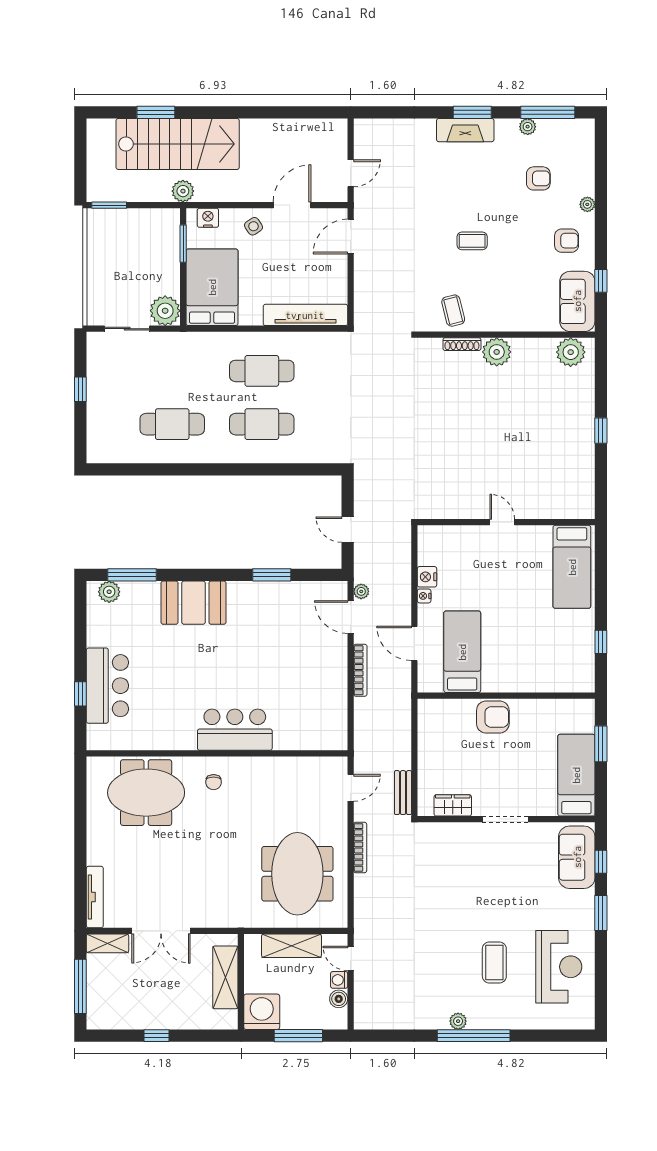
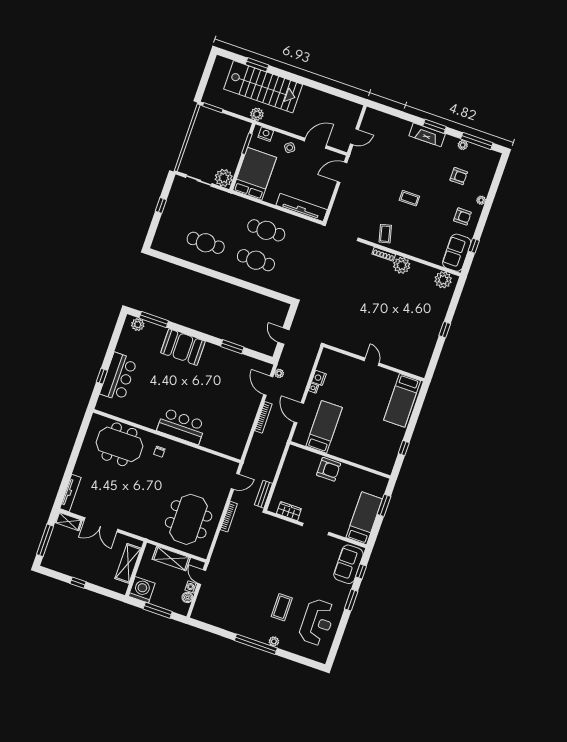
plant: (458, 1021) -> (274, 641), moved

